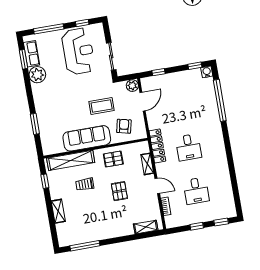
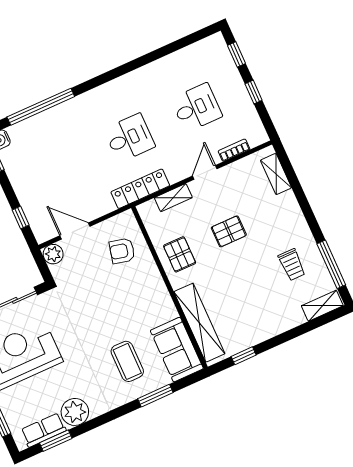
coffee table: (102, 106) -> (127, 361), moved
sofa: (87, 138) -> (177, 350), moved, width x0.73
trolley: (85, 184) -> (292, 265), moved
shelving: (58, 211) -> (322, 306), moved

